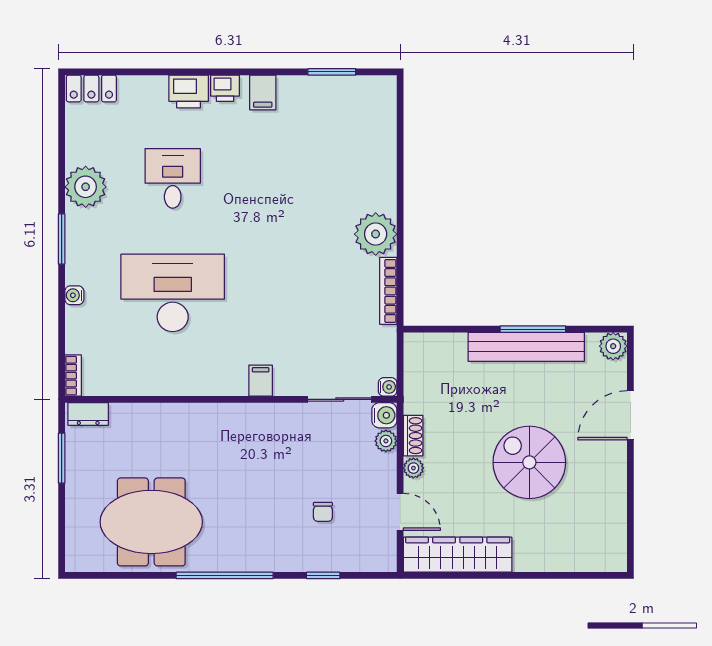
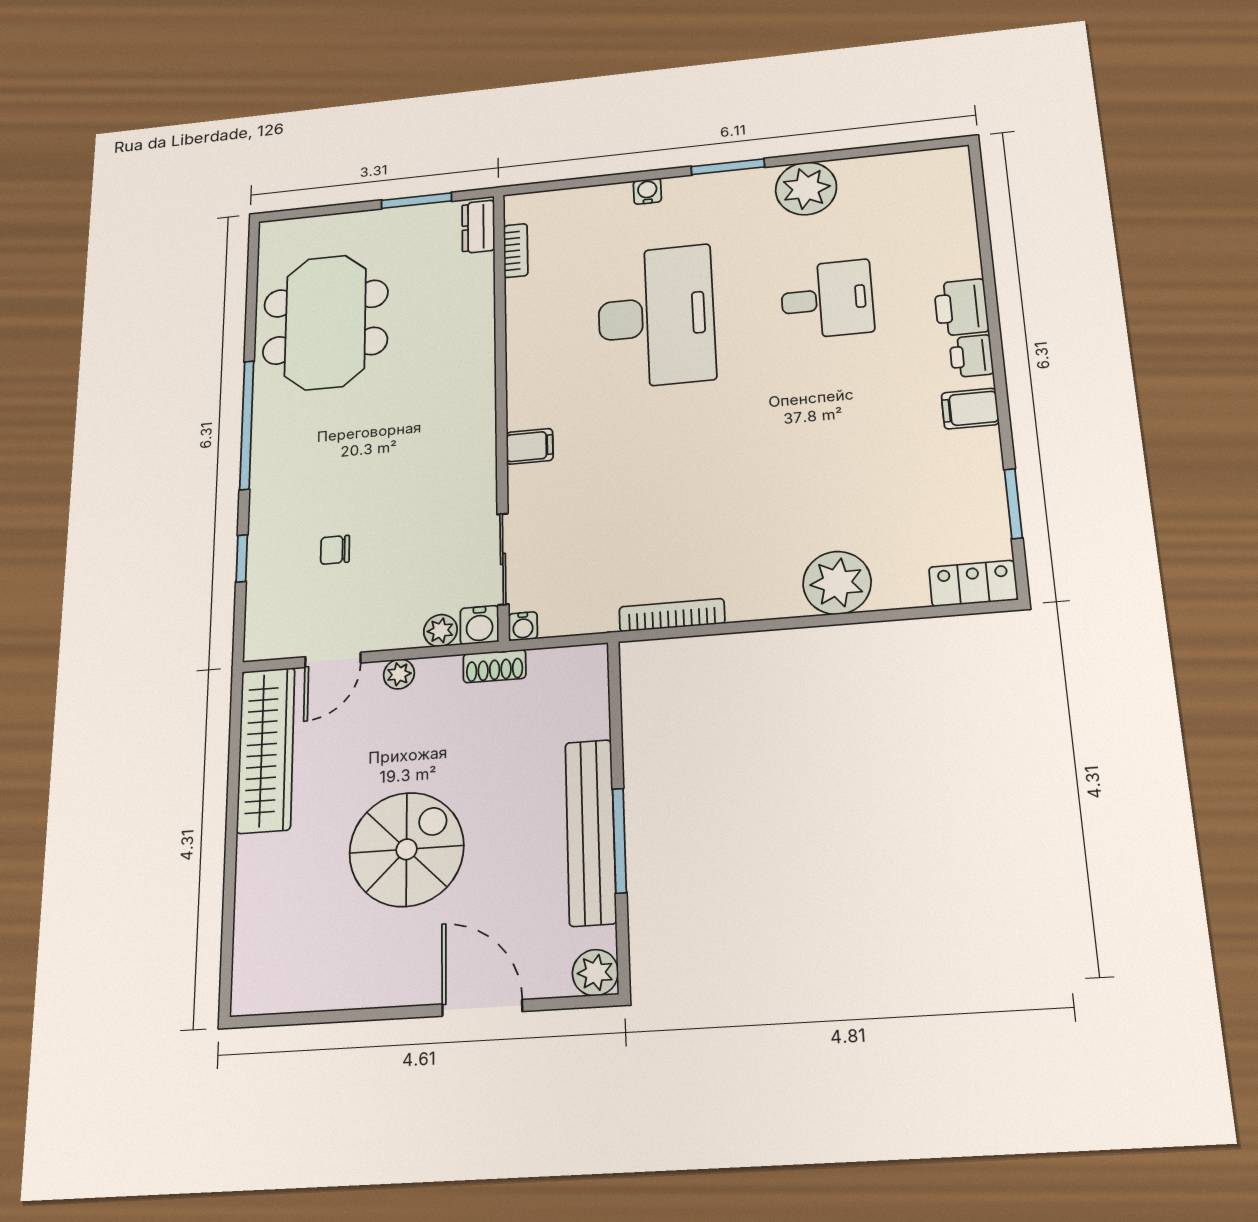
locker: (91, 88) -> (973, 583), moved, turned 90
plant: (376, 234) -> (837, 583), moved
bookcase: (73, 376) -> (516, 251), moved, turned -90
shoe rack: (413, 436) -> (495, 666), moved

